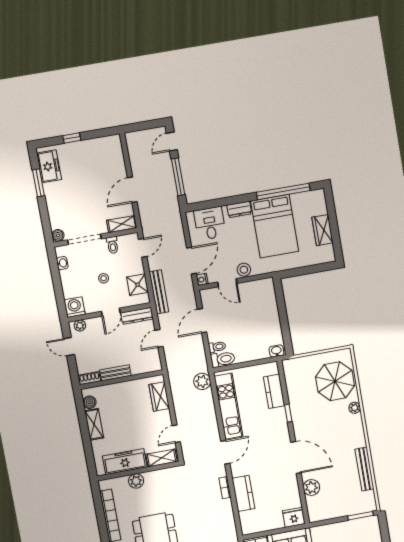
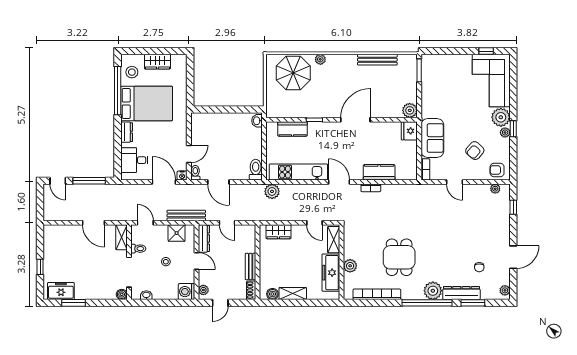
stool: (244, 270) -> (132, 72), moved
toilet: (217, 347) -> (195, 173), moved
plant: (311, 488) -> (410, 110), moved

